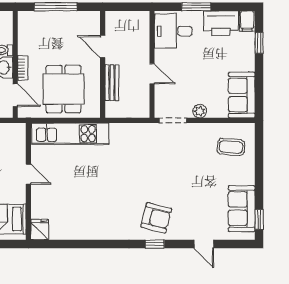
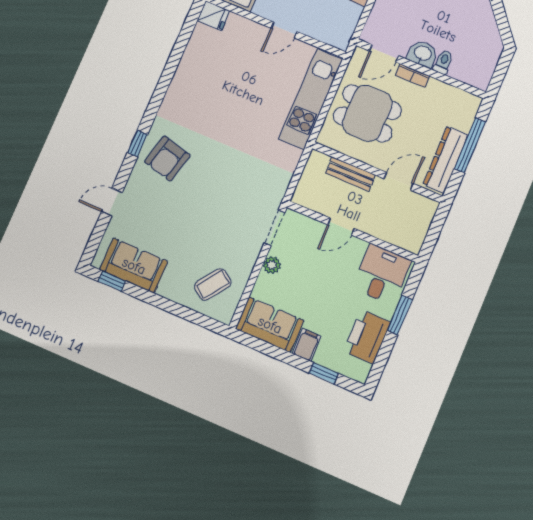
dresser: (73, 20) -> (446, 160), added
filing cabinet: (247, 21) -> (307, 345), moved, turned 90
coffee table: (231, 147) -> (213, 284), turned 32

